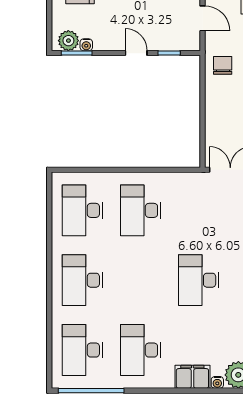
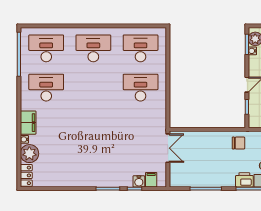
desk: (199, 280) -> (93, 127), removed

